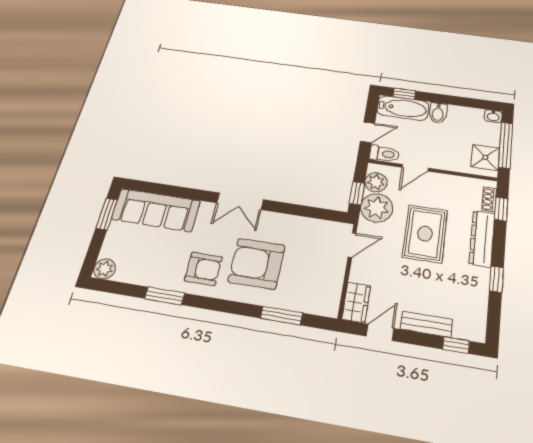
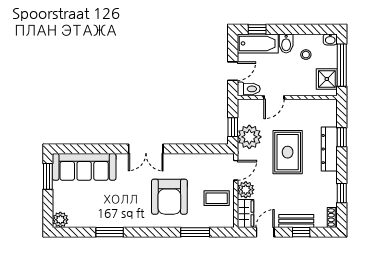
stool: (461, 128) -> (306, 55), added
plant: (376, 182) -> (246, 190), moved
shoe rack: (489, 199) -> (332, 218), moved
window: (501, 209) -> (342, 137), moved
armchair: (257, 264) -> (169, 197), turned -90
armchair: (203, 269) -> (132, 207), removed
coffee table: (320, 276) -> (217, 198), added
window: (496, 279) -> (342, 193), moved
window: (456, 345) -> (301, 232), moved

